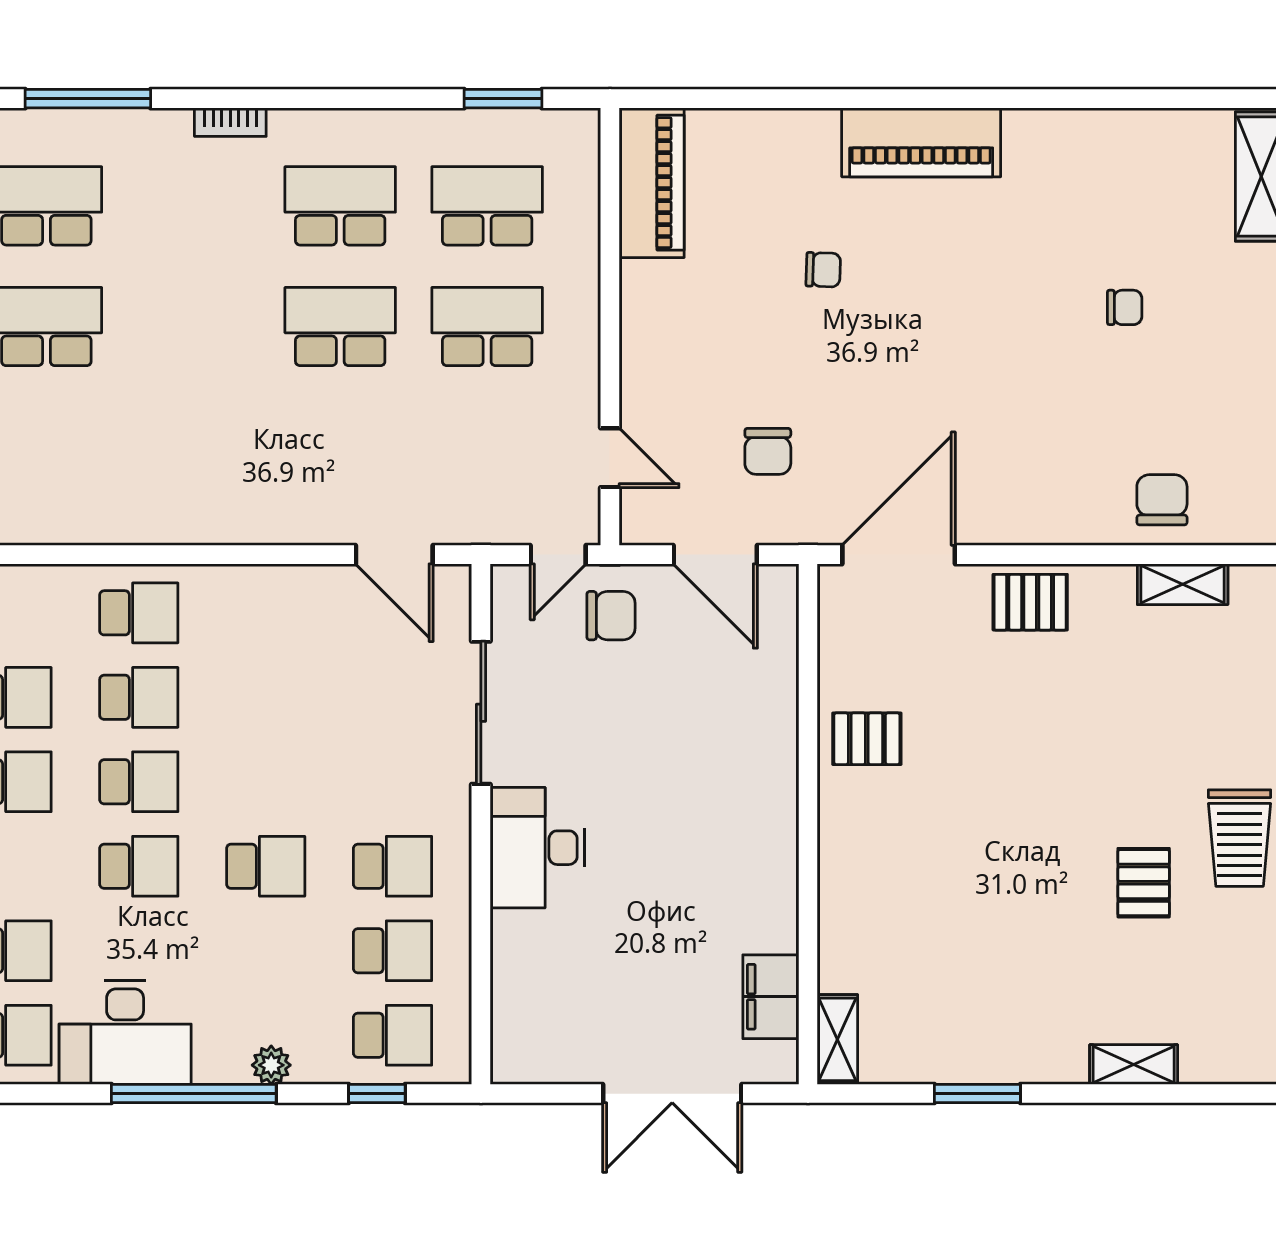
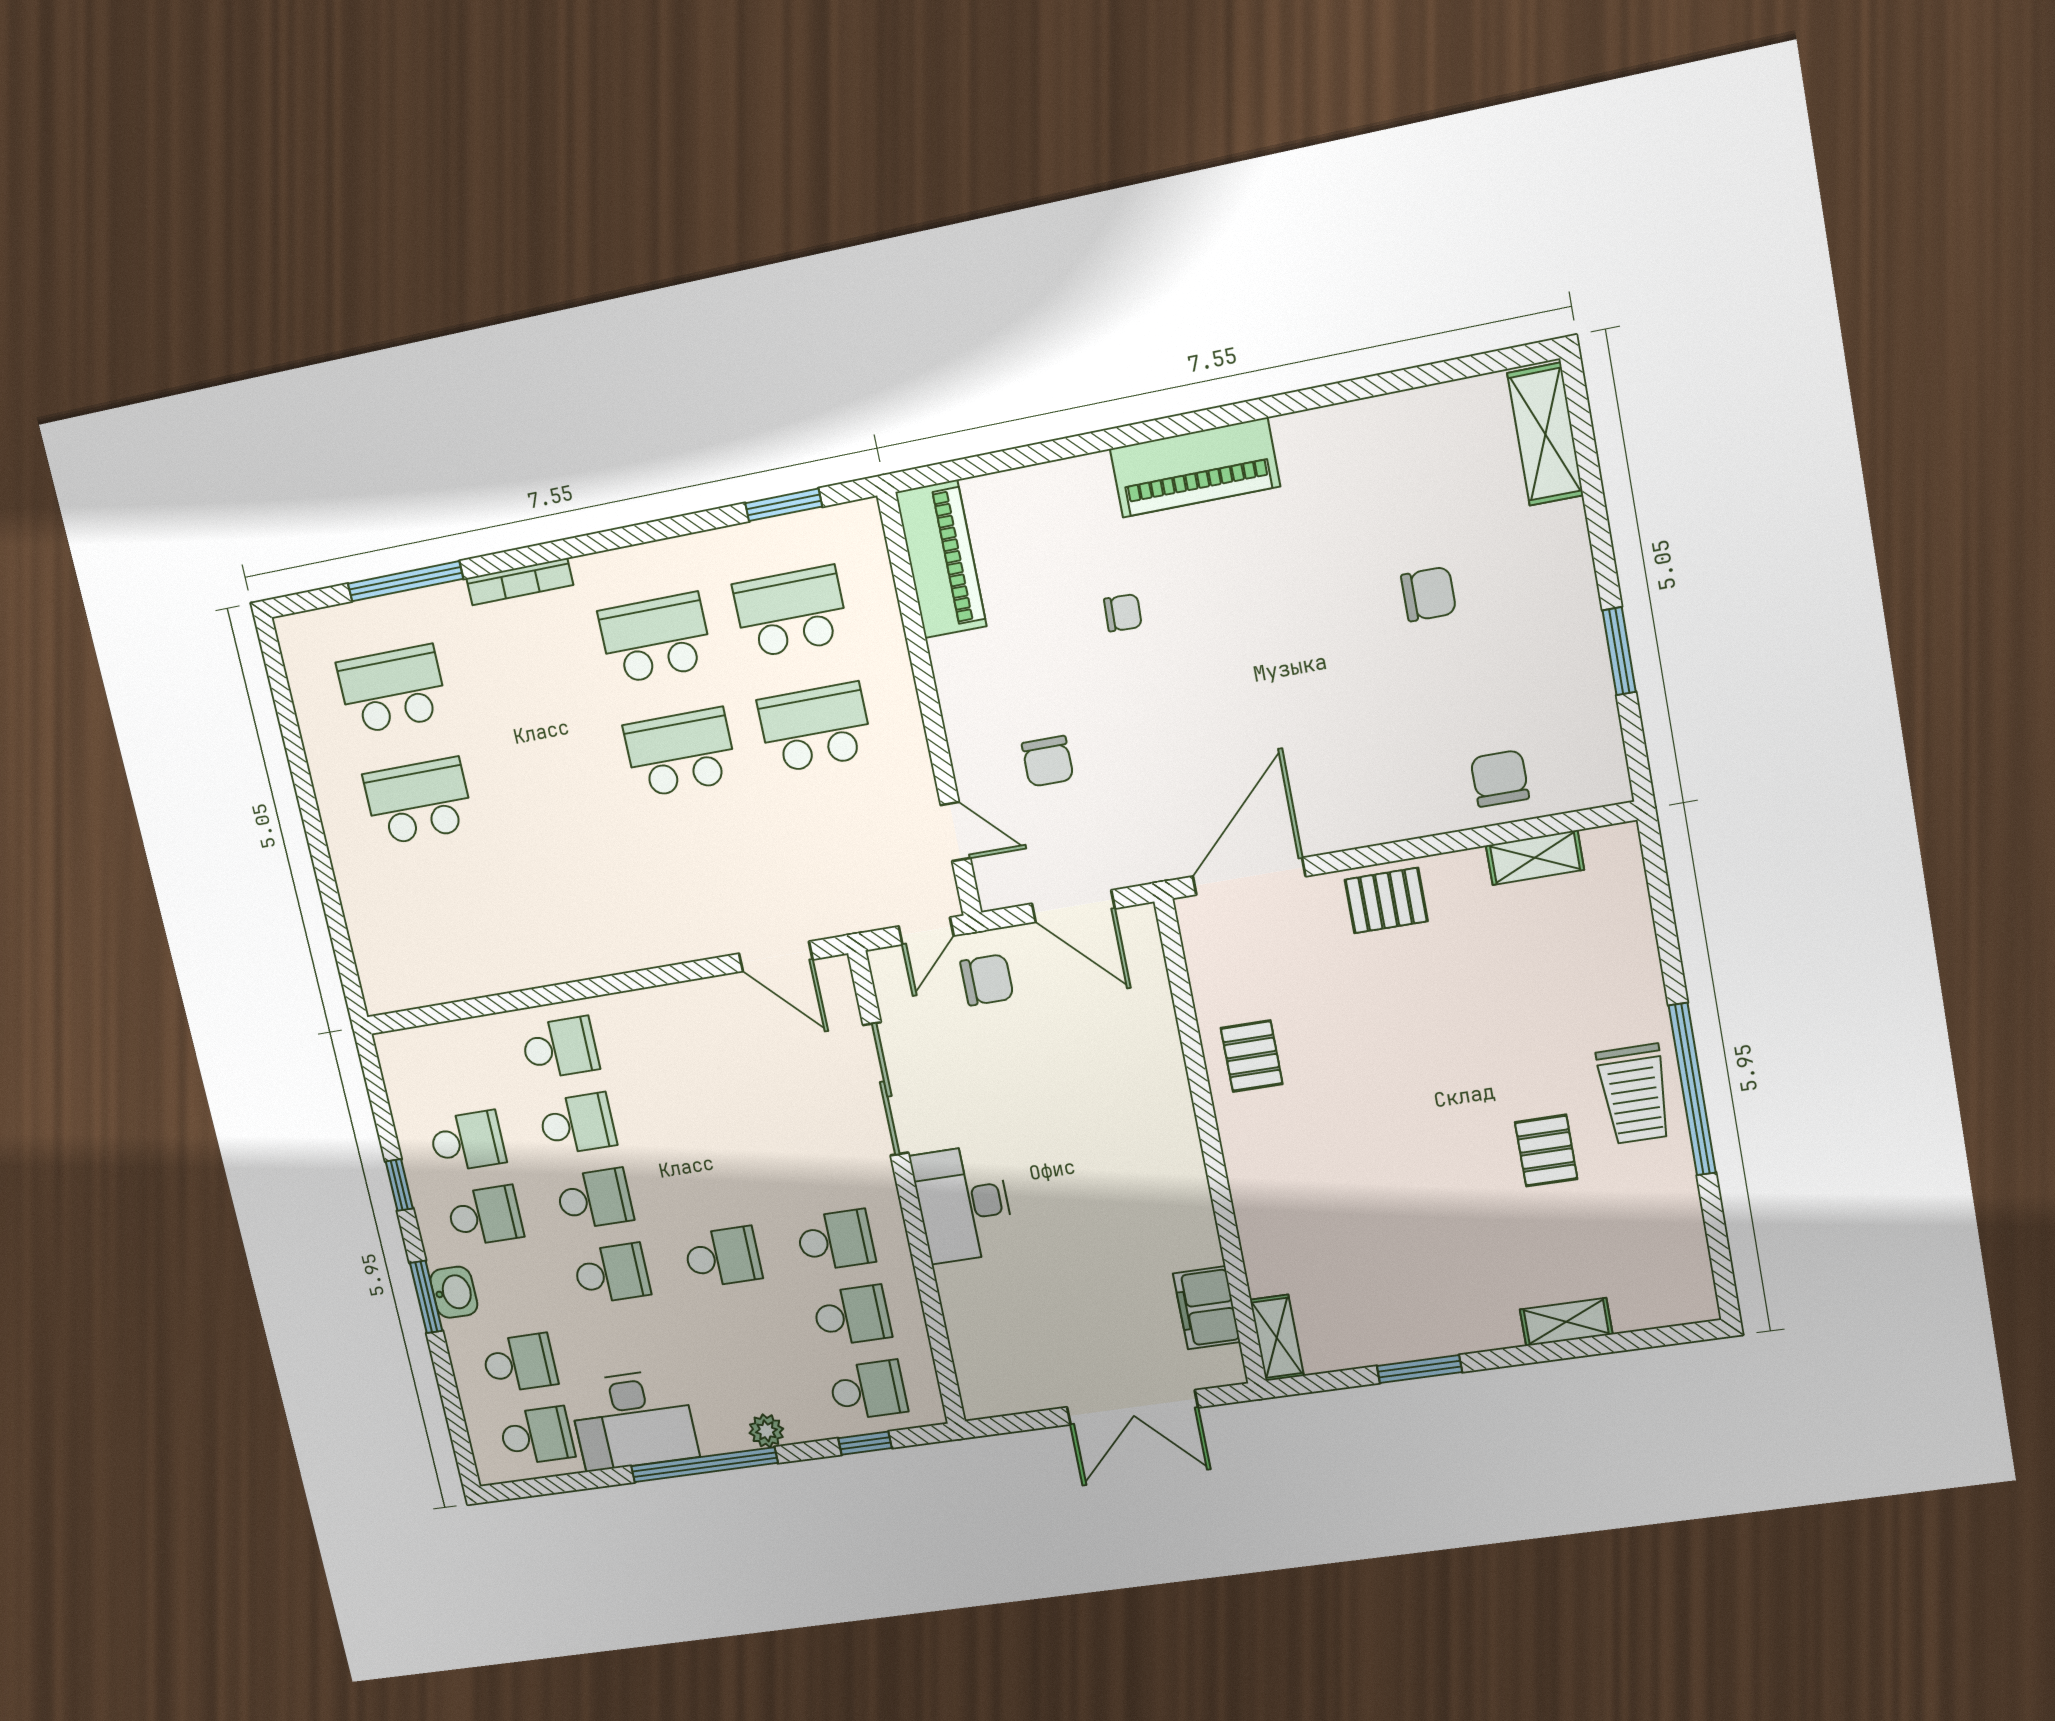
bookcase: (230, 122) -> (520, 582), width x1.56
chair: (1125, 307) -> (1429, 594), width x1.37, depth x1.37
chair: (768, 451) -> (1048, 761), moved
pallet: (867, 739) -> (1252, 1056), turned 90

